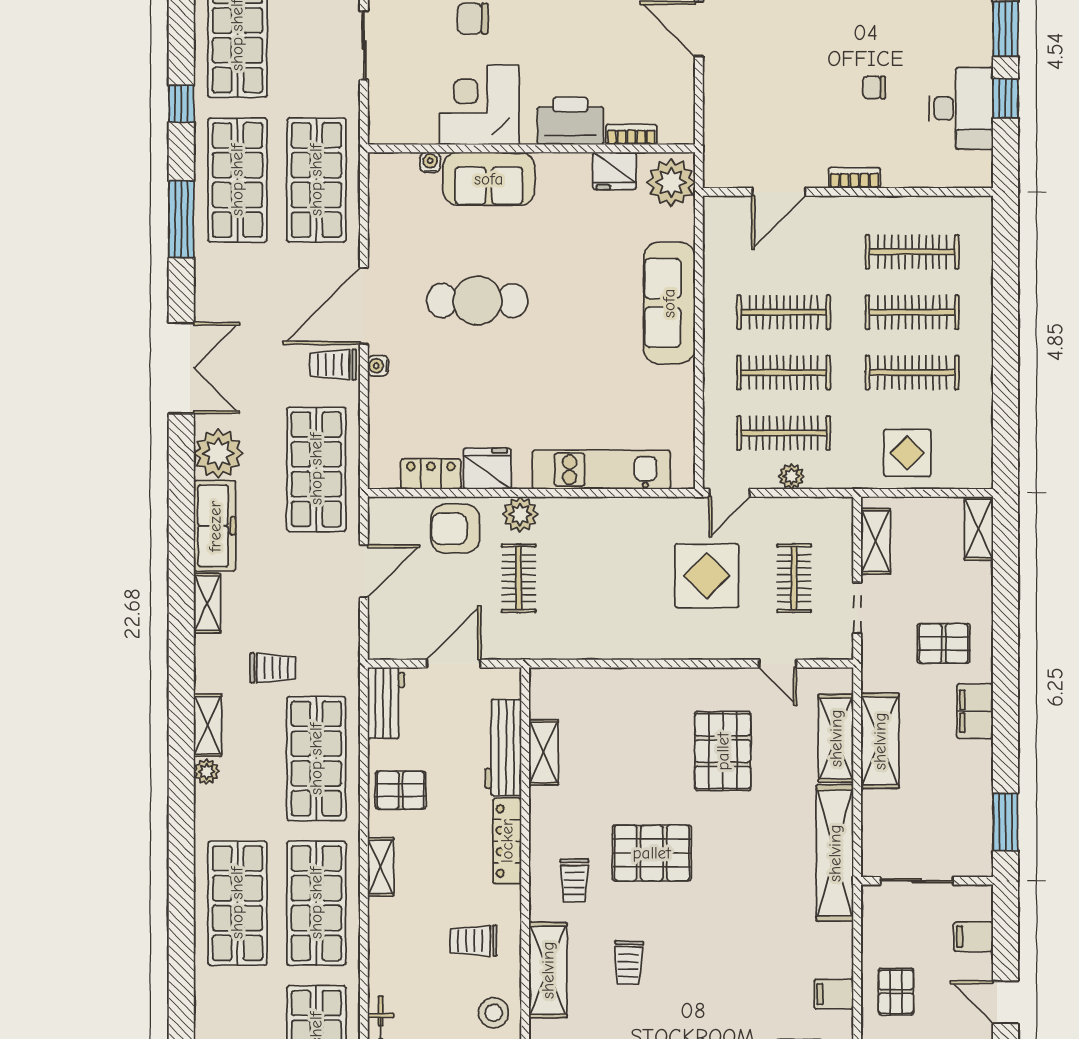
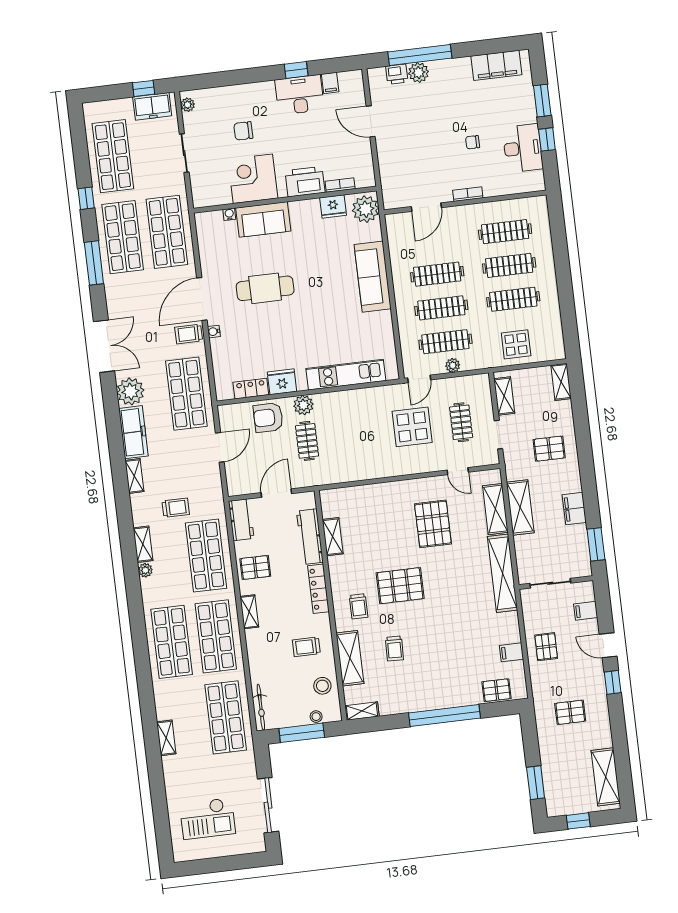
filing cabinet: (975, 711) -> (574, 509), moved

